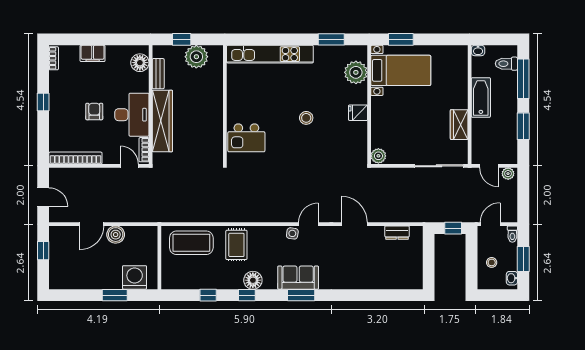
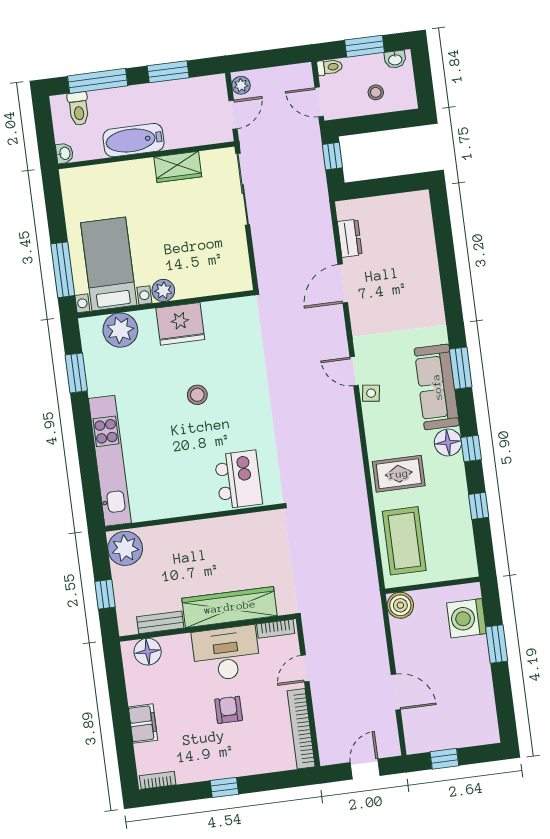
window: (401, 39) -> (63, 270), width x1.44
plant: (196, 57) -> (125, 548), moved
armchair: (94, 111) -> (229, 710), turned 90
fridge: (358, 113) -> (180, 324), width x1.88, depth x1.34
plant: (378, 156) -> (163, 290), moved
door: (129, 166) -> (305, 668), moved
door: (354, 224) -> (343, 283), moved
boiler: (116, 235) -> (400, 605), moved
sofa: (298, 278) -> (437, 387), width x1.36

